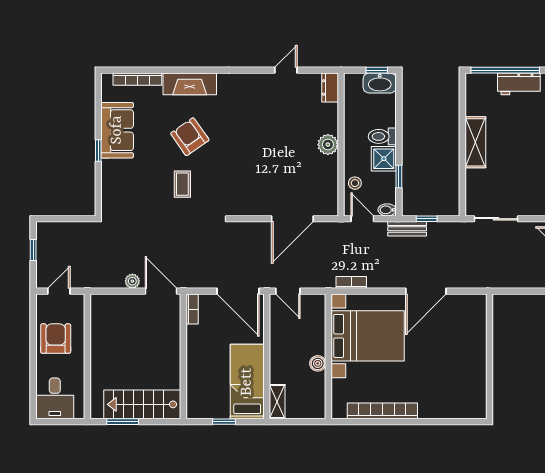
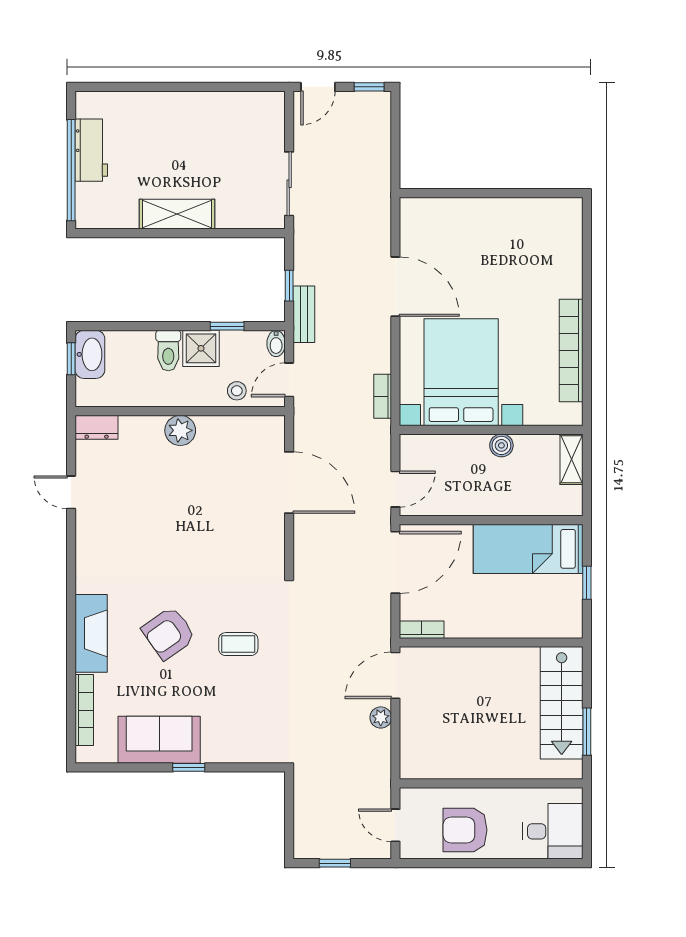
shelving: (277, 402) -> (571, 459), moved, turned 90

